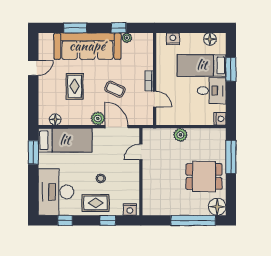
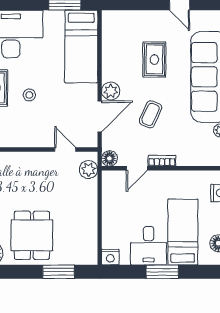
window: (231, 69) -> (162, 272), moved
rug: (75, 86) -> (154, 60), turned 90
floor lamp: (55, 119) -> (109, 158), moved
plant: (180, 135) -> (88, 170), moved
window: (231, 157) -> (59, 272), width x0.69

